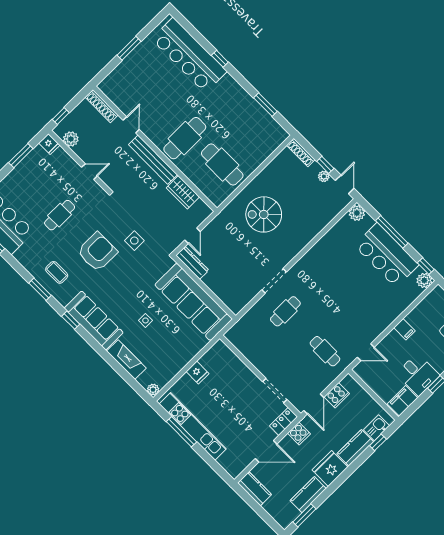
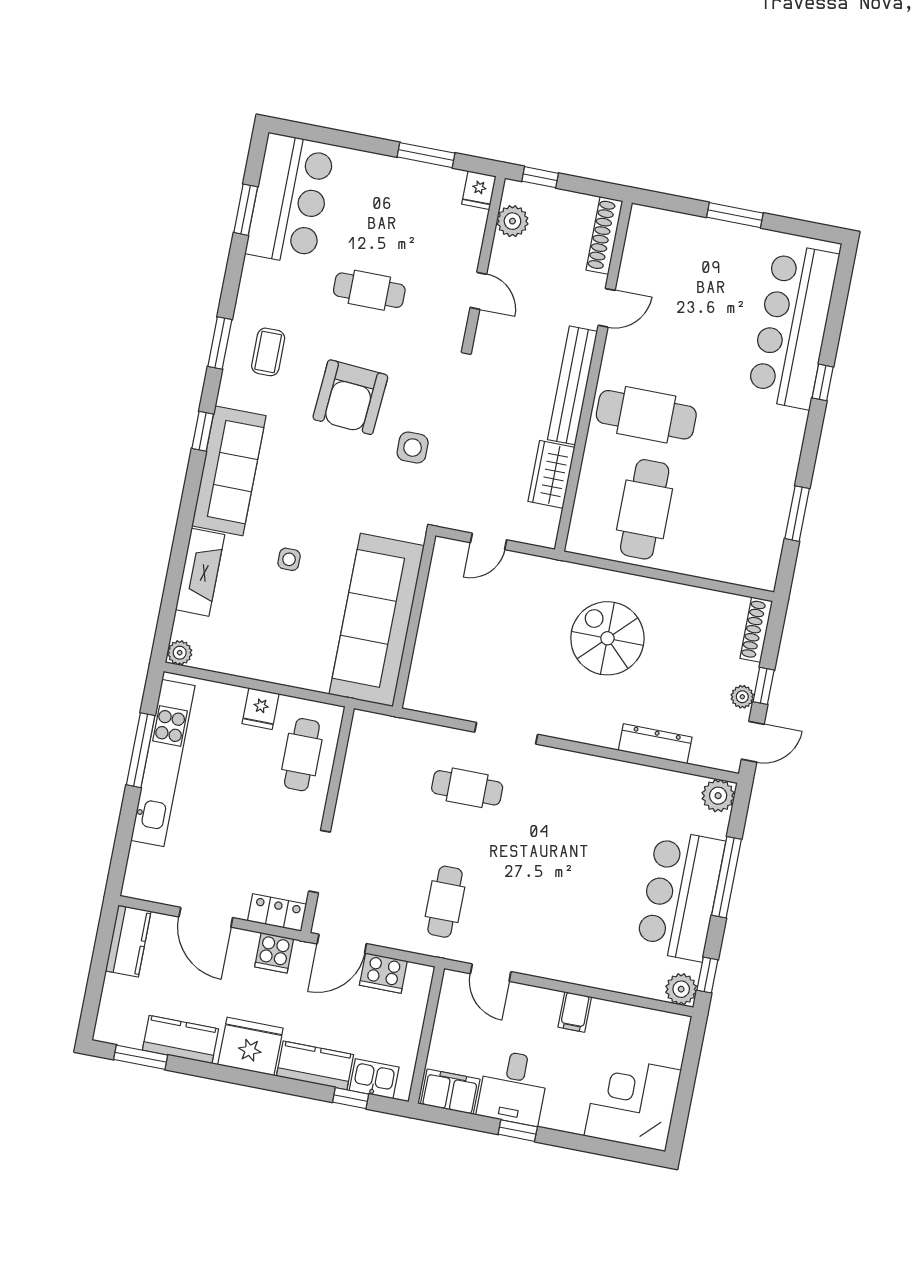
armchair: (97, 252) -> (350, 397), turned 94
dresser: (192, 263) -> (655, 744), moved, turned -90
cafe table: (227, 368) -> (302, 755), added

